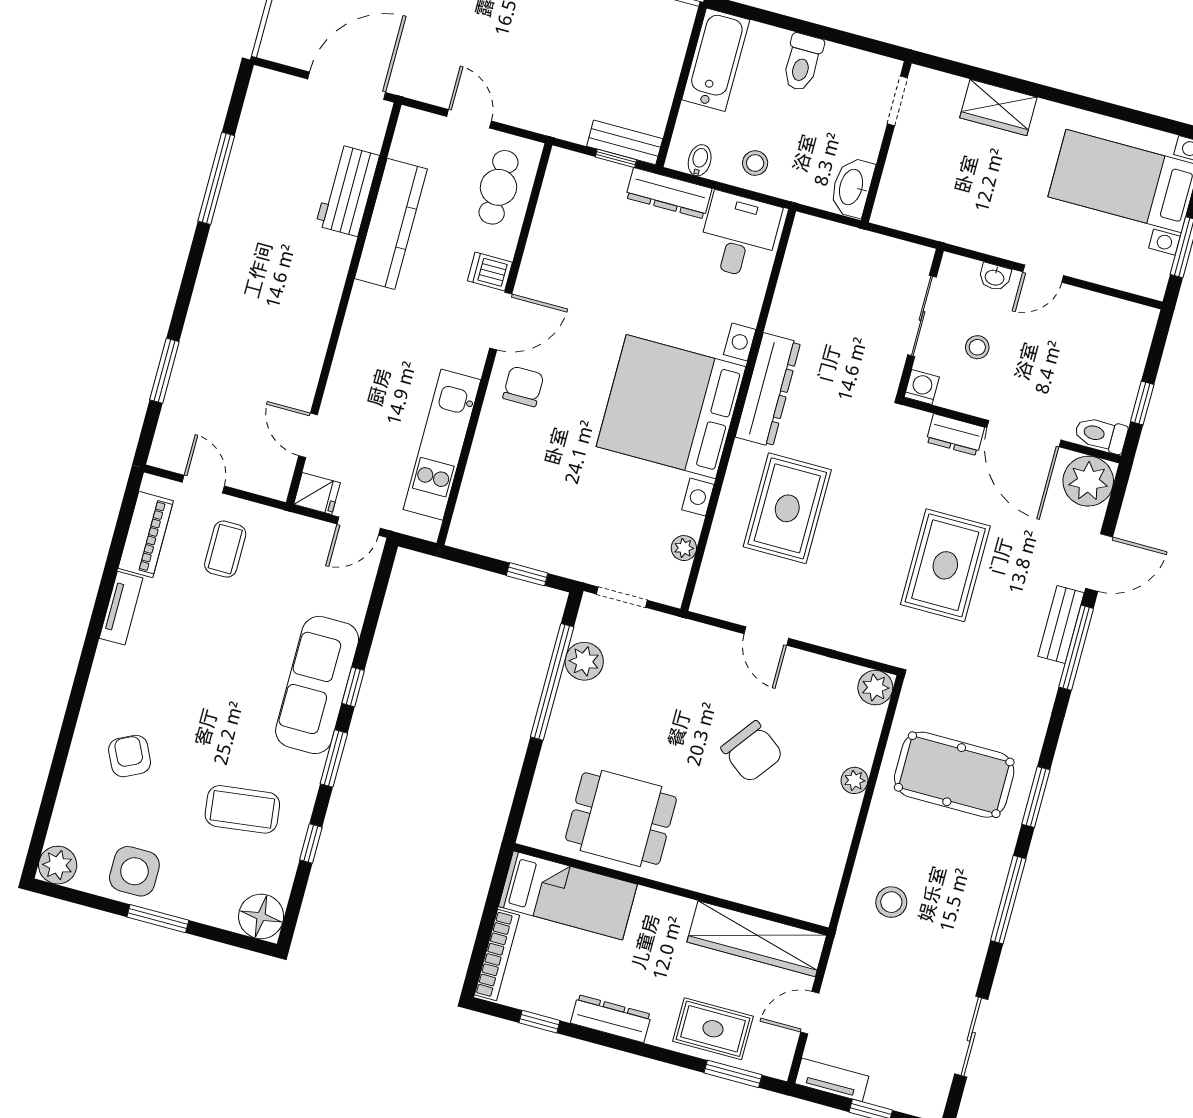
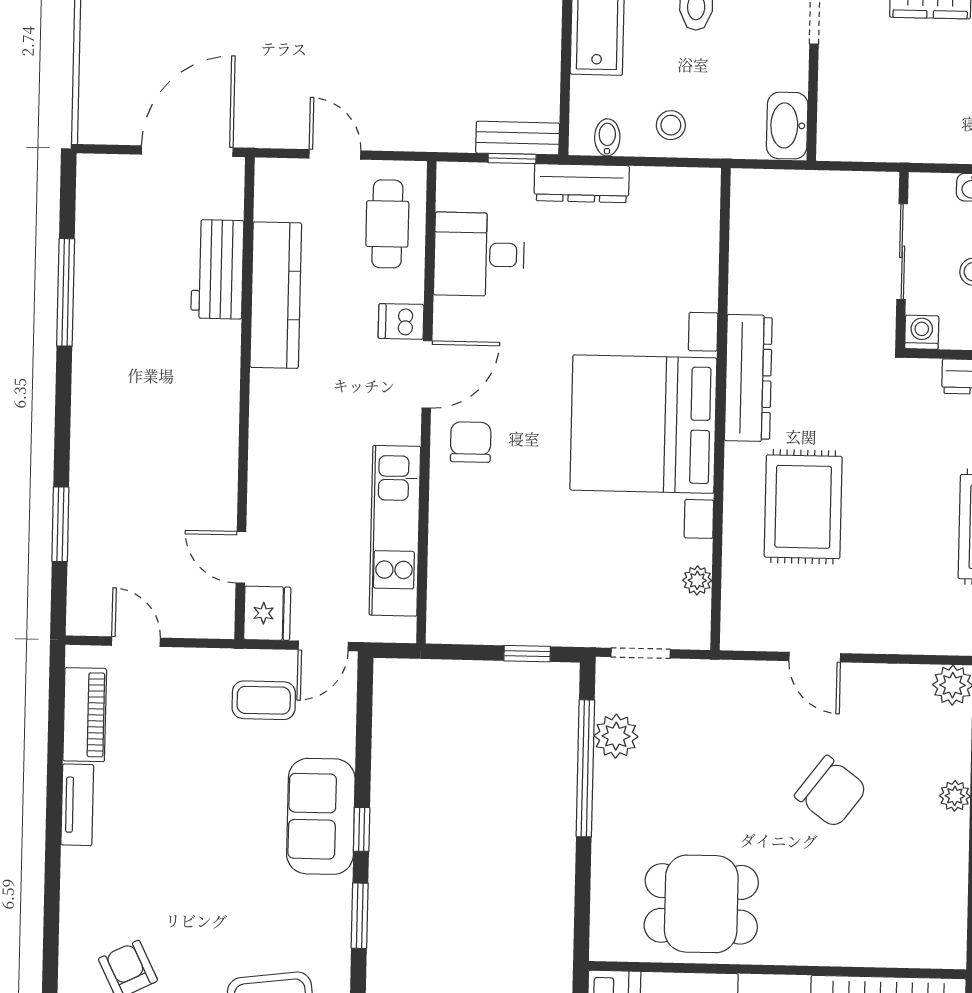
desk: (739, 235) -> (479, 254), moved, turned -90
fridge: (317, 494) -> (267, 613), width x1.38
coffee table: (225, 549) -> (264, 700), moved, turned 90
sofa: (317, 685) -> (321, 816), width x0.73

